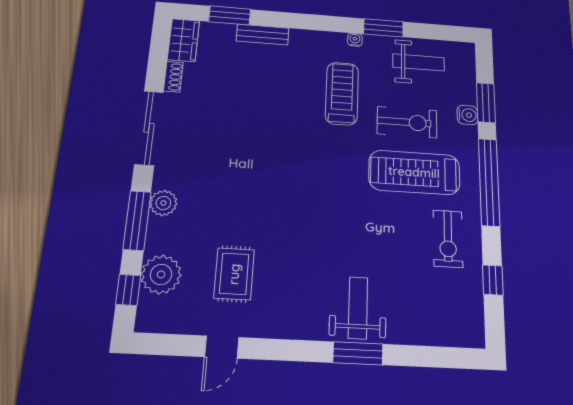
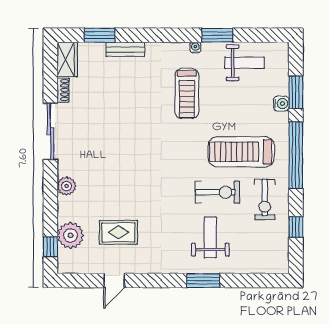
treadmill: (342, 93) -> (187, 93), turned 180
exercise bike: (407, 122) -> (217, 192), moved
window: (137, 220) -> (50, 199), removed
rug: (234, 274) -> (118, 232), turned 90
weight bench: (358, 308) -> (210, 237), moved

